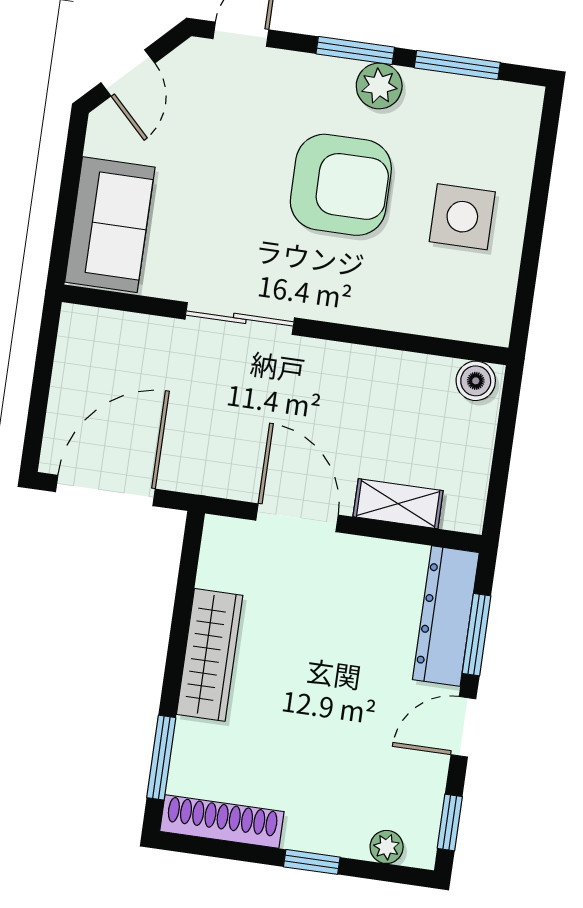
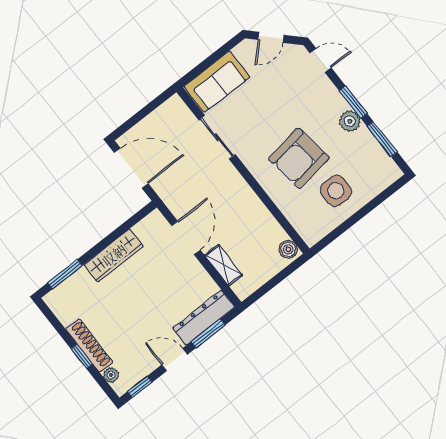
armchair: (341, 185) -> (299, 158), moved, turned 82
sliding door: (240, 318) -> (217, 137), moved
shoe rack: (222, 821) -> (89, 346), moved

